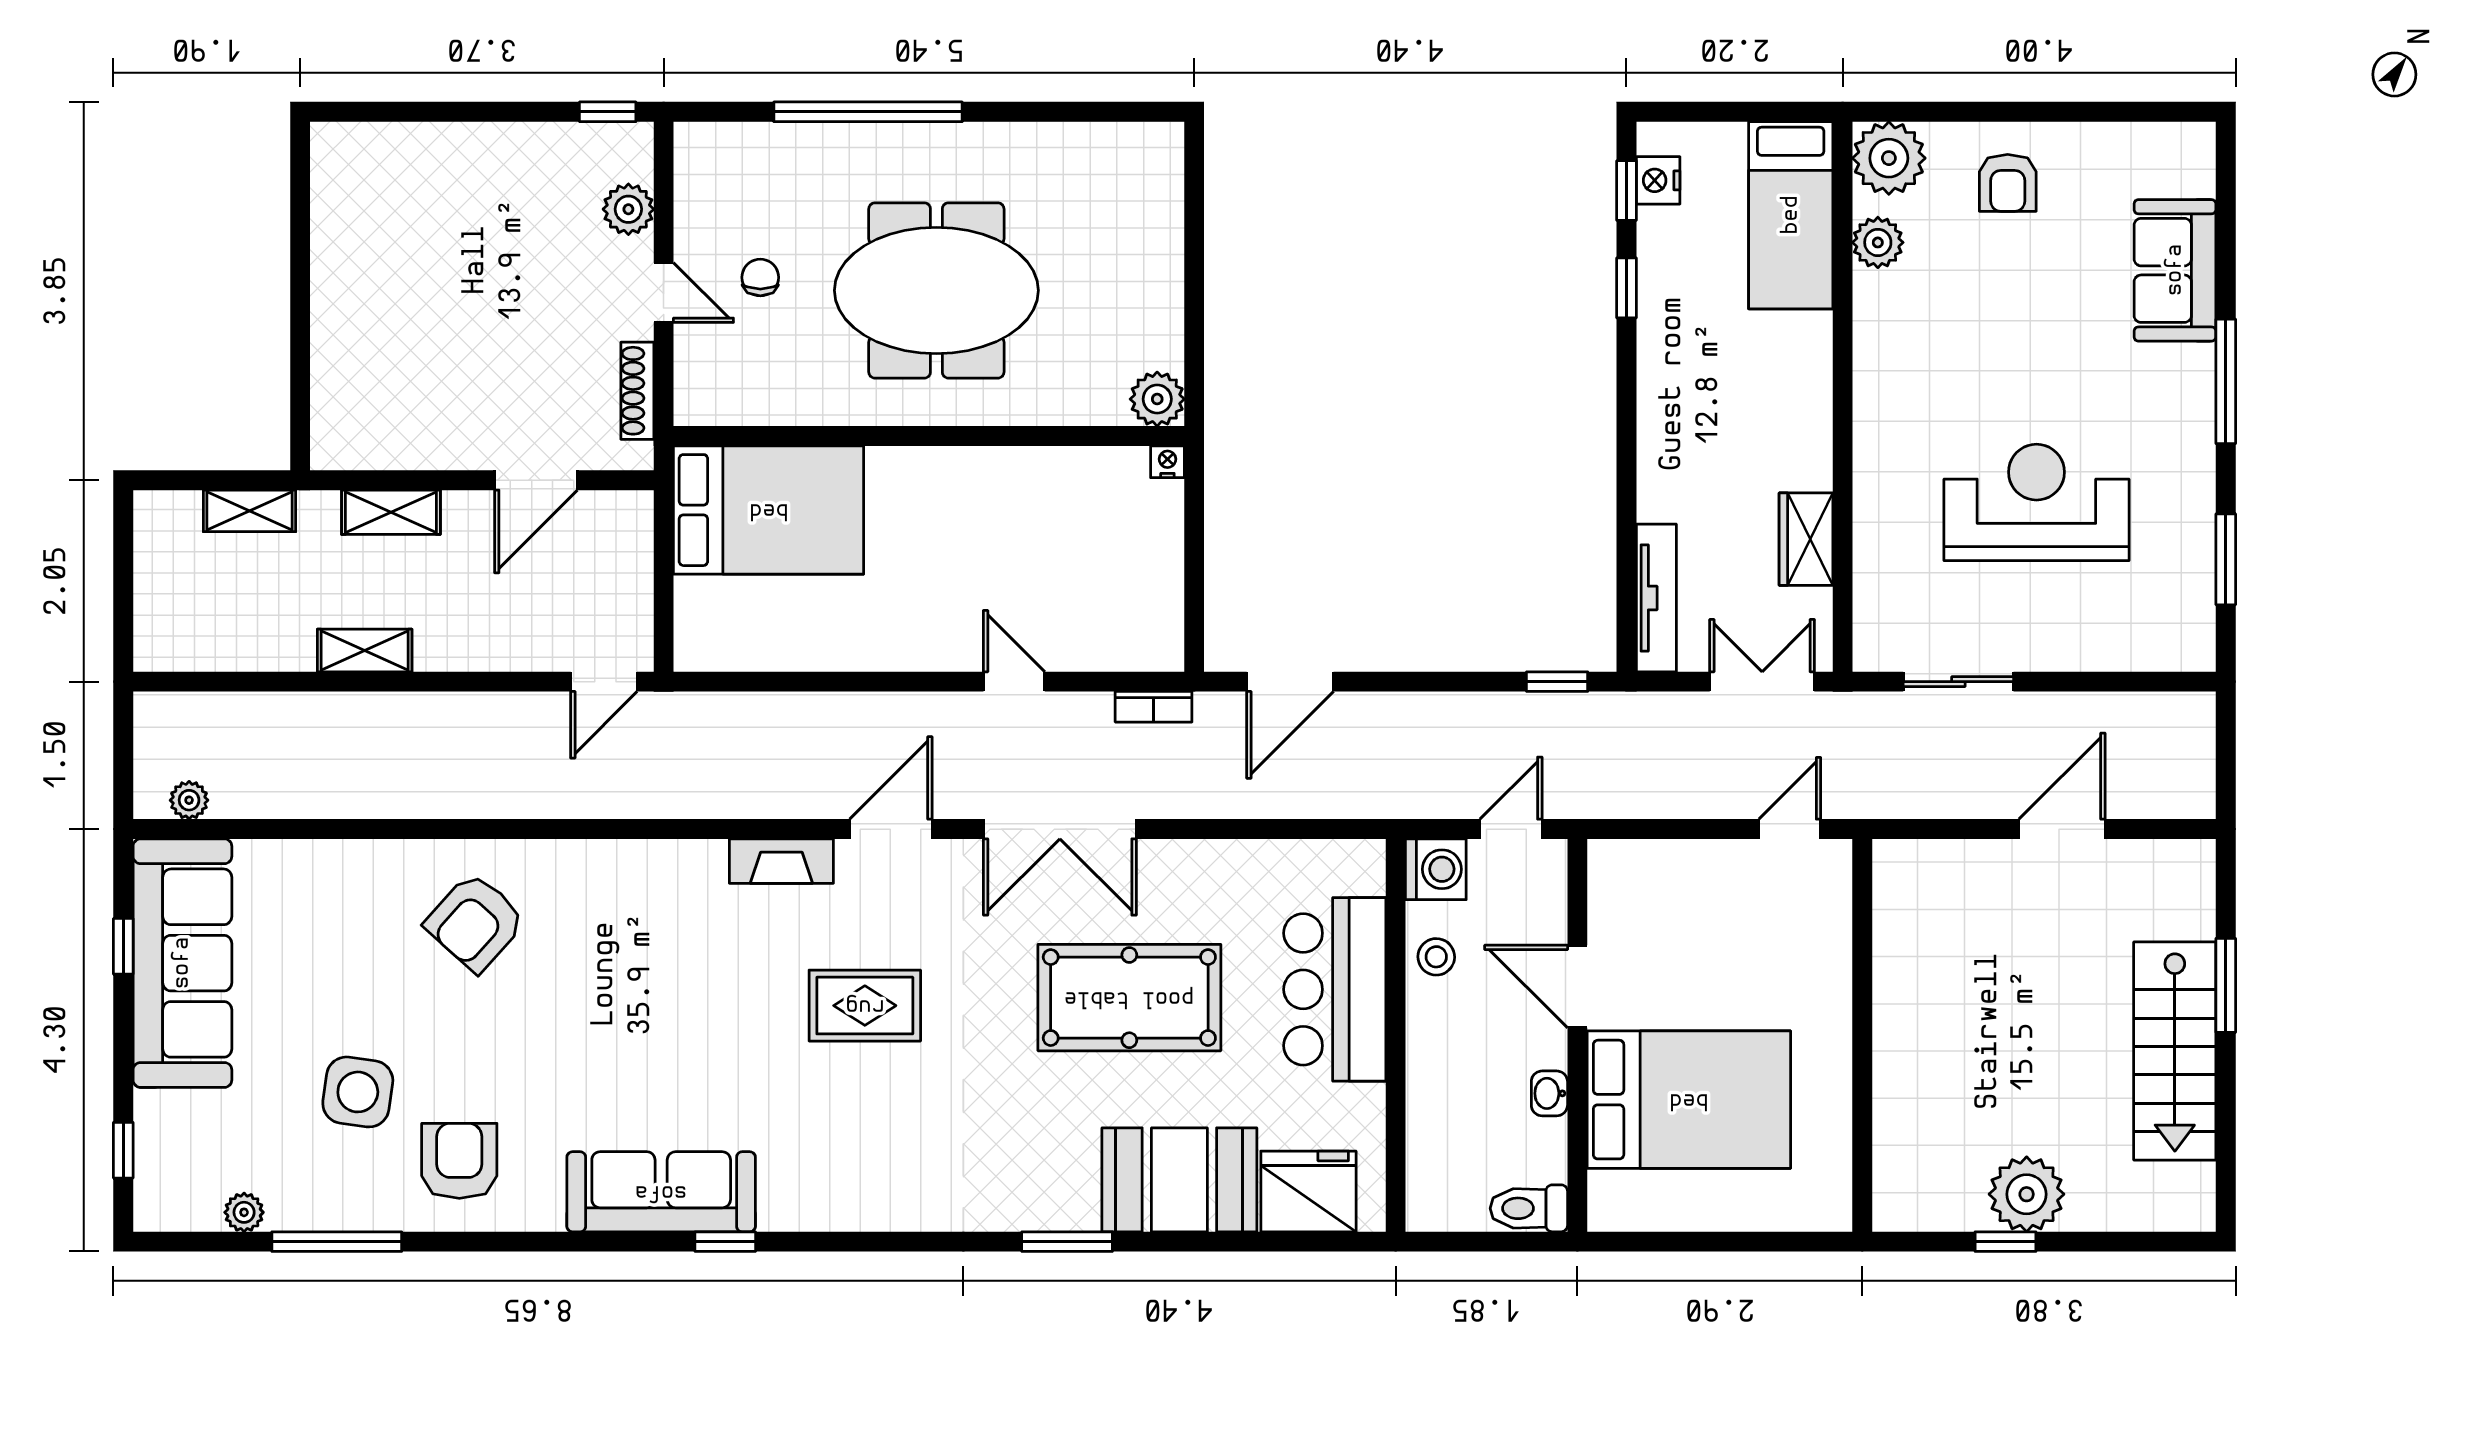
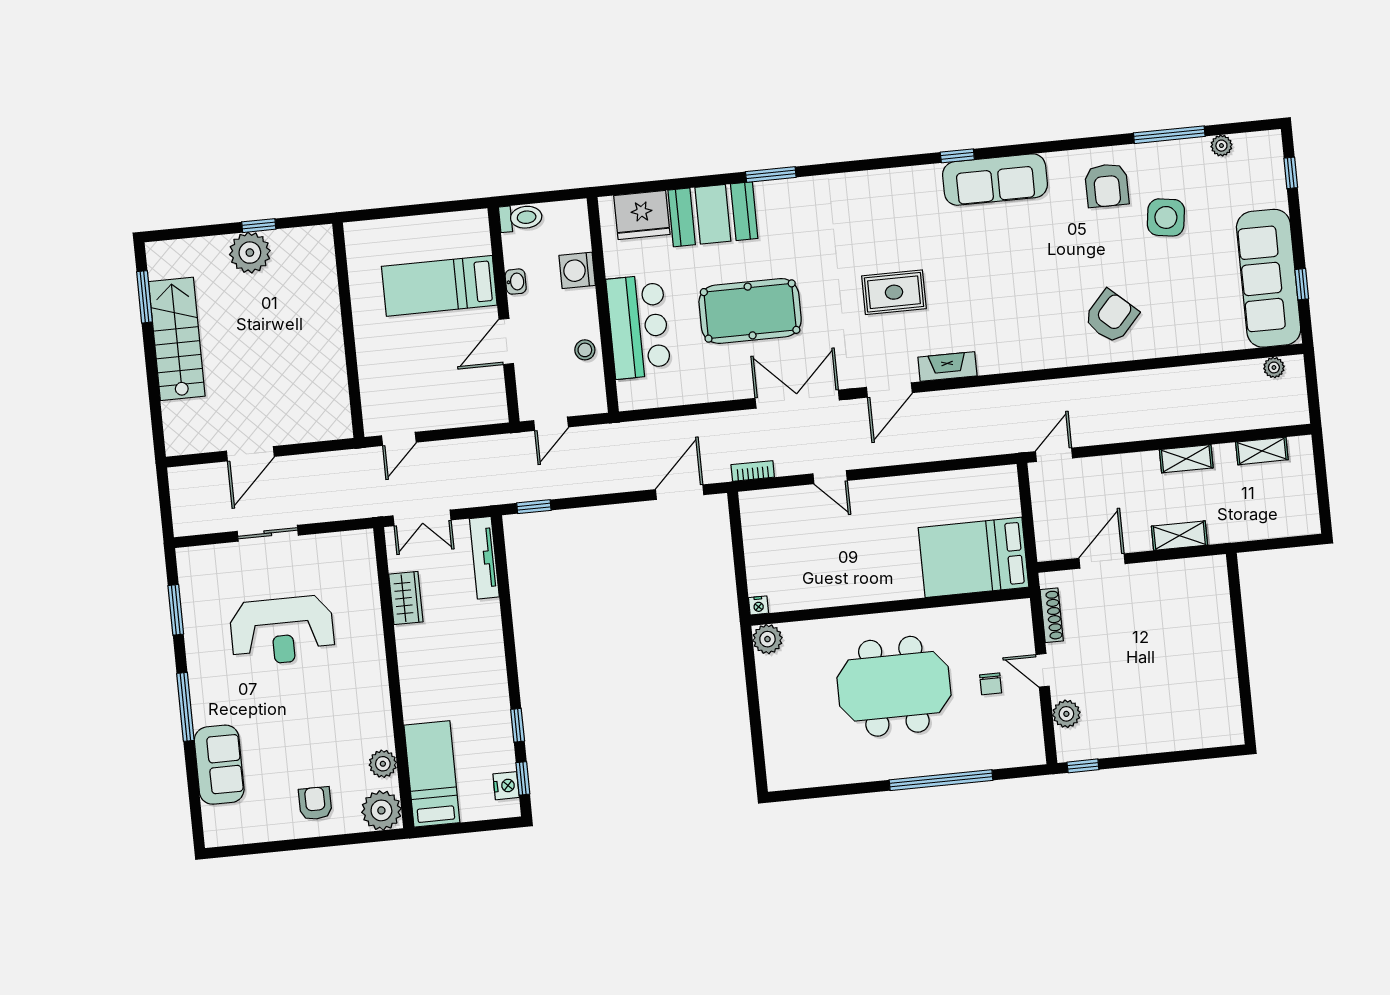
shelving: (249, 511) -> (1262, 451), moved
sliding door: (1958, 682) -> (268, 533), moved
washing machine: (1436, 869) -> (577, 270), moved
window: (2226, 985) -> (144, 297), moved
door: (1577, 987) -> (506, 341), swing flipped
bed: (1689, 1100) -> (439, 286), width x0.67

